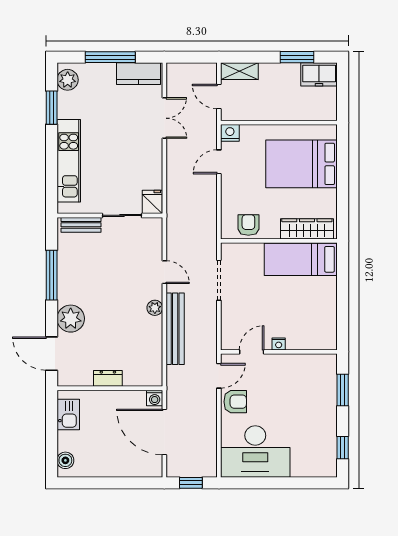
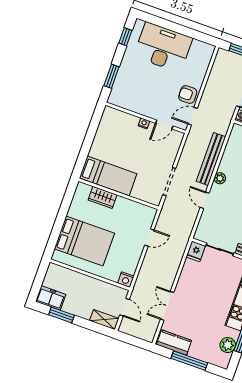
plant: (68, 80) -> (228, 345), moved
door: (219, 162) -> (149, 237), moved
armchair: (248, 225) -> (136, 212), removed
wardrobe: (307, 229) -> (103, 197), width x0.67
desk: (255, 452) -> (163, 47), moved

